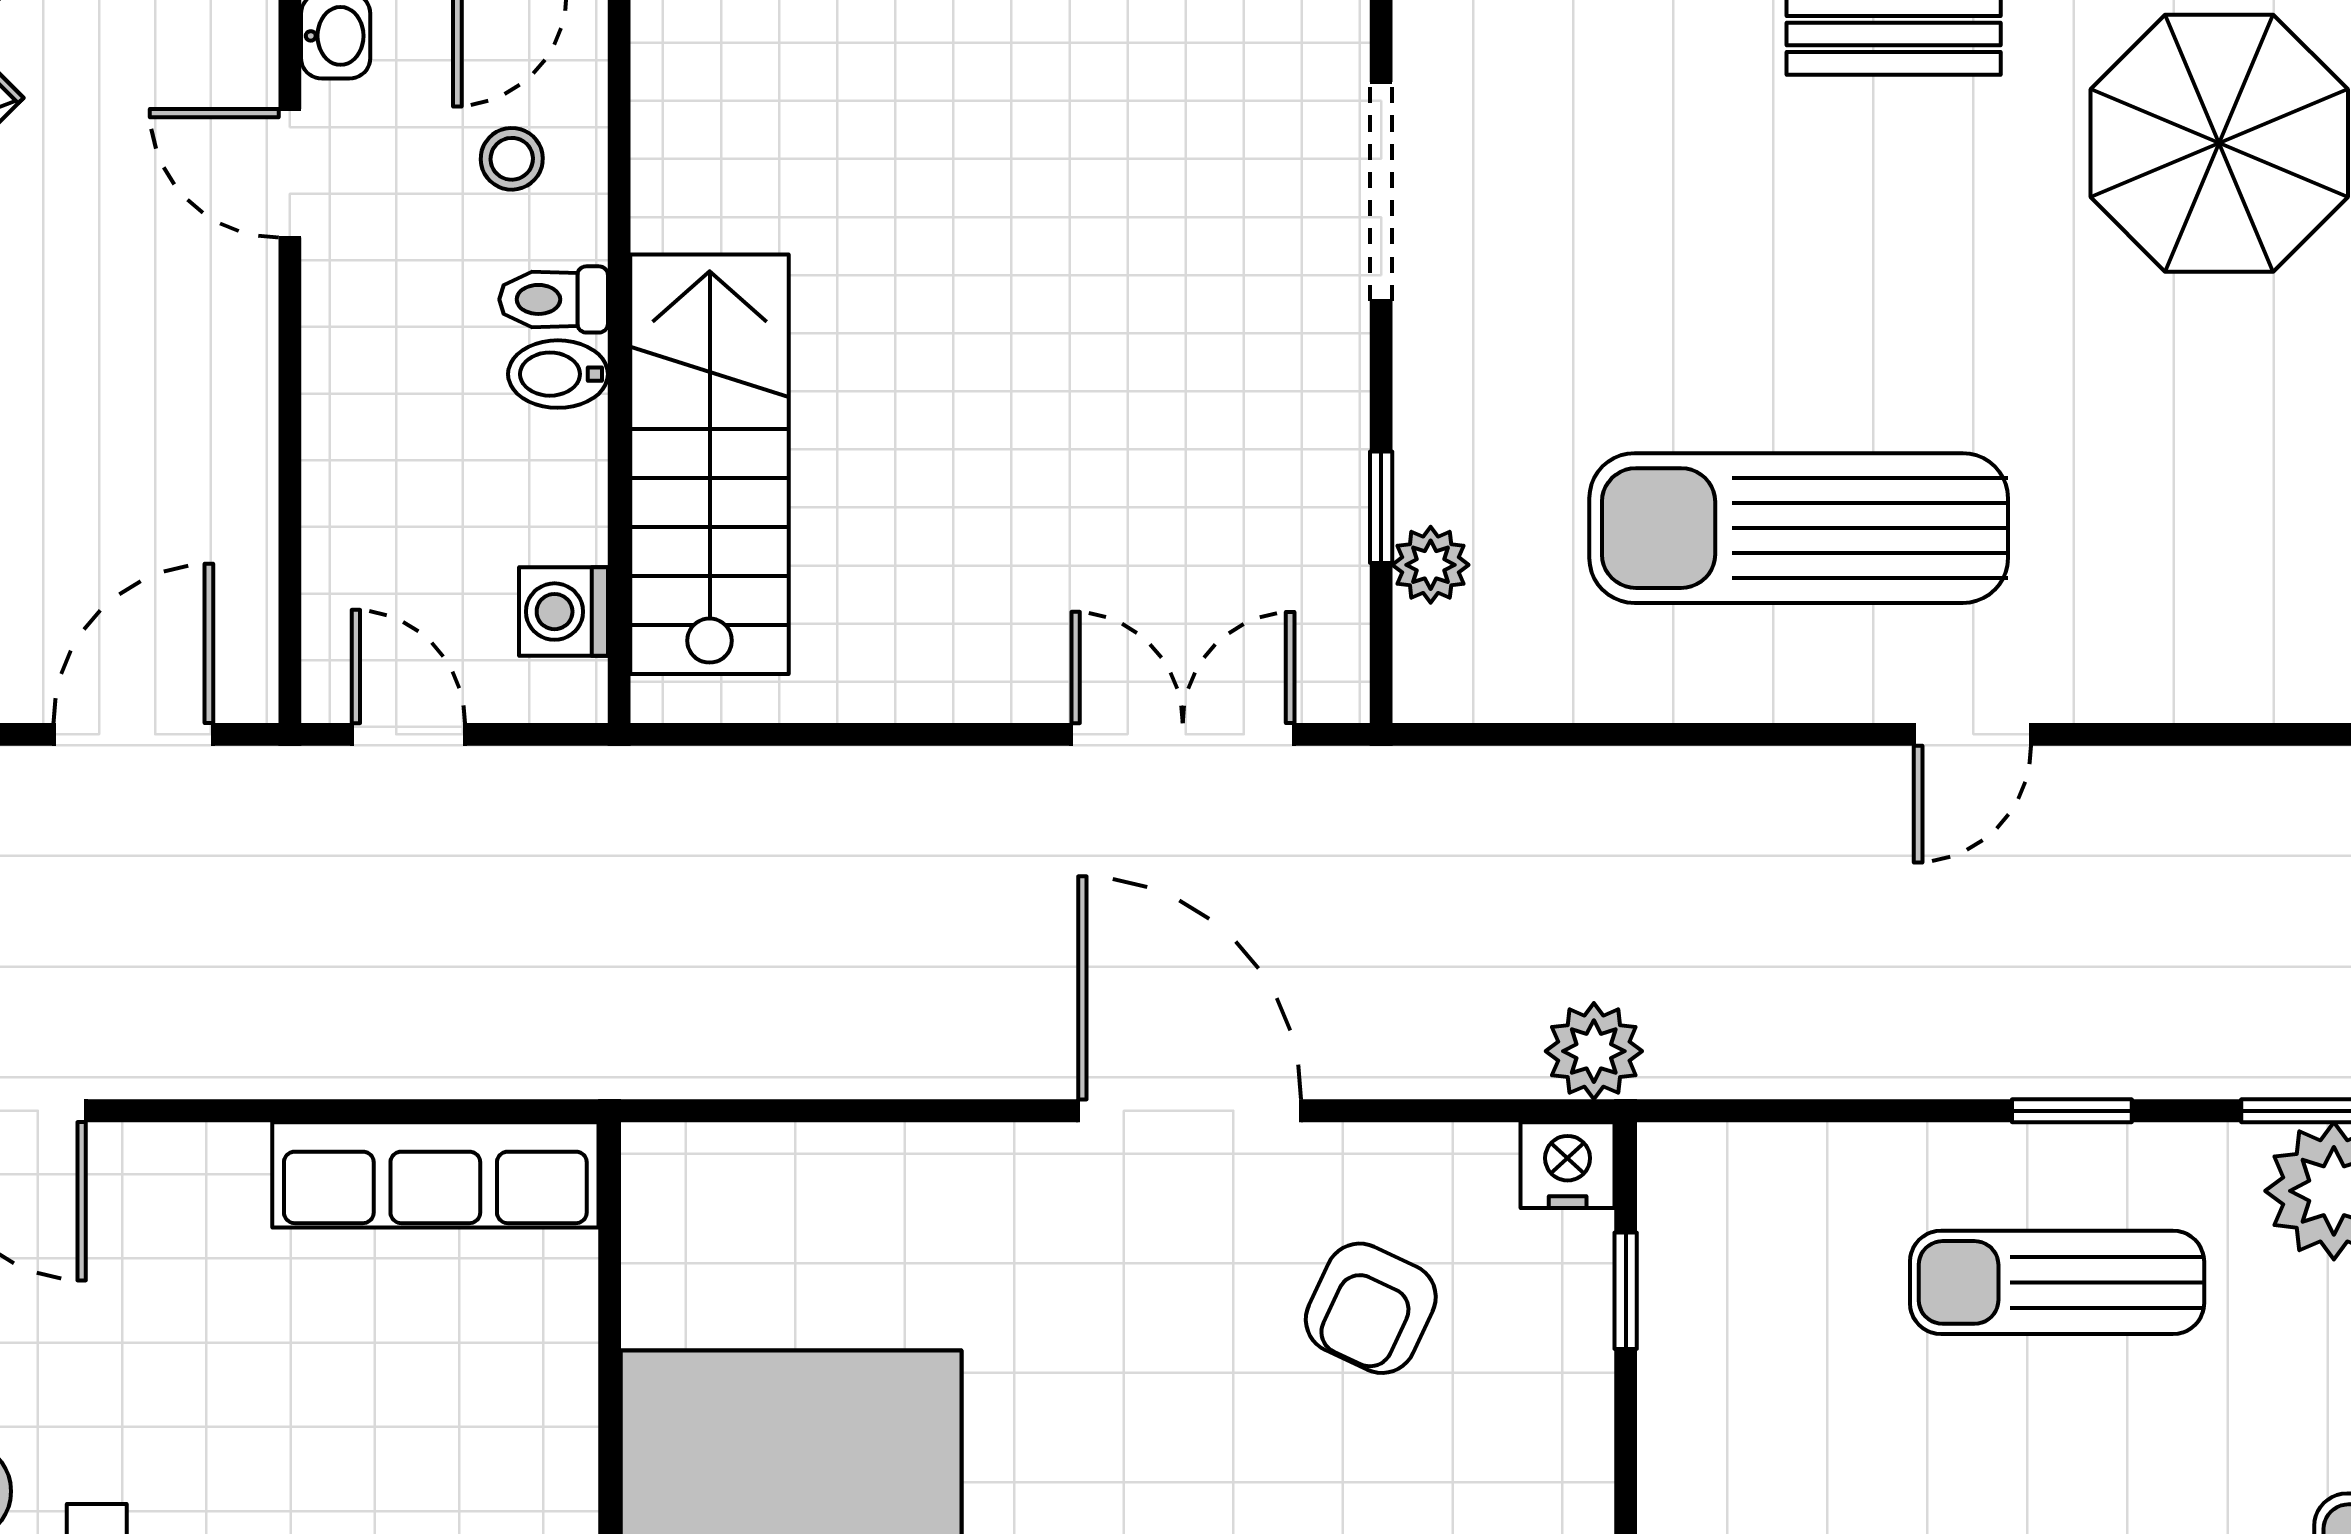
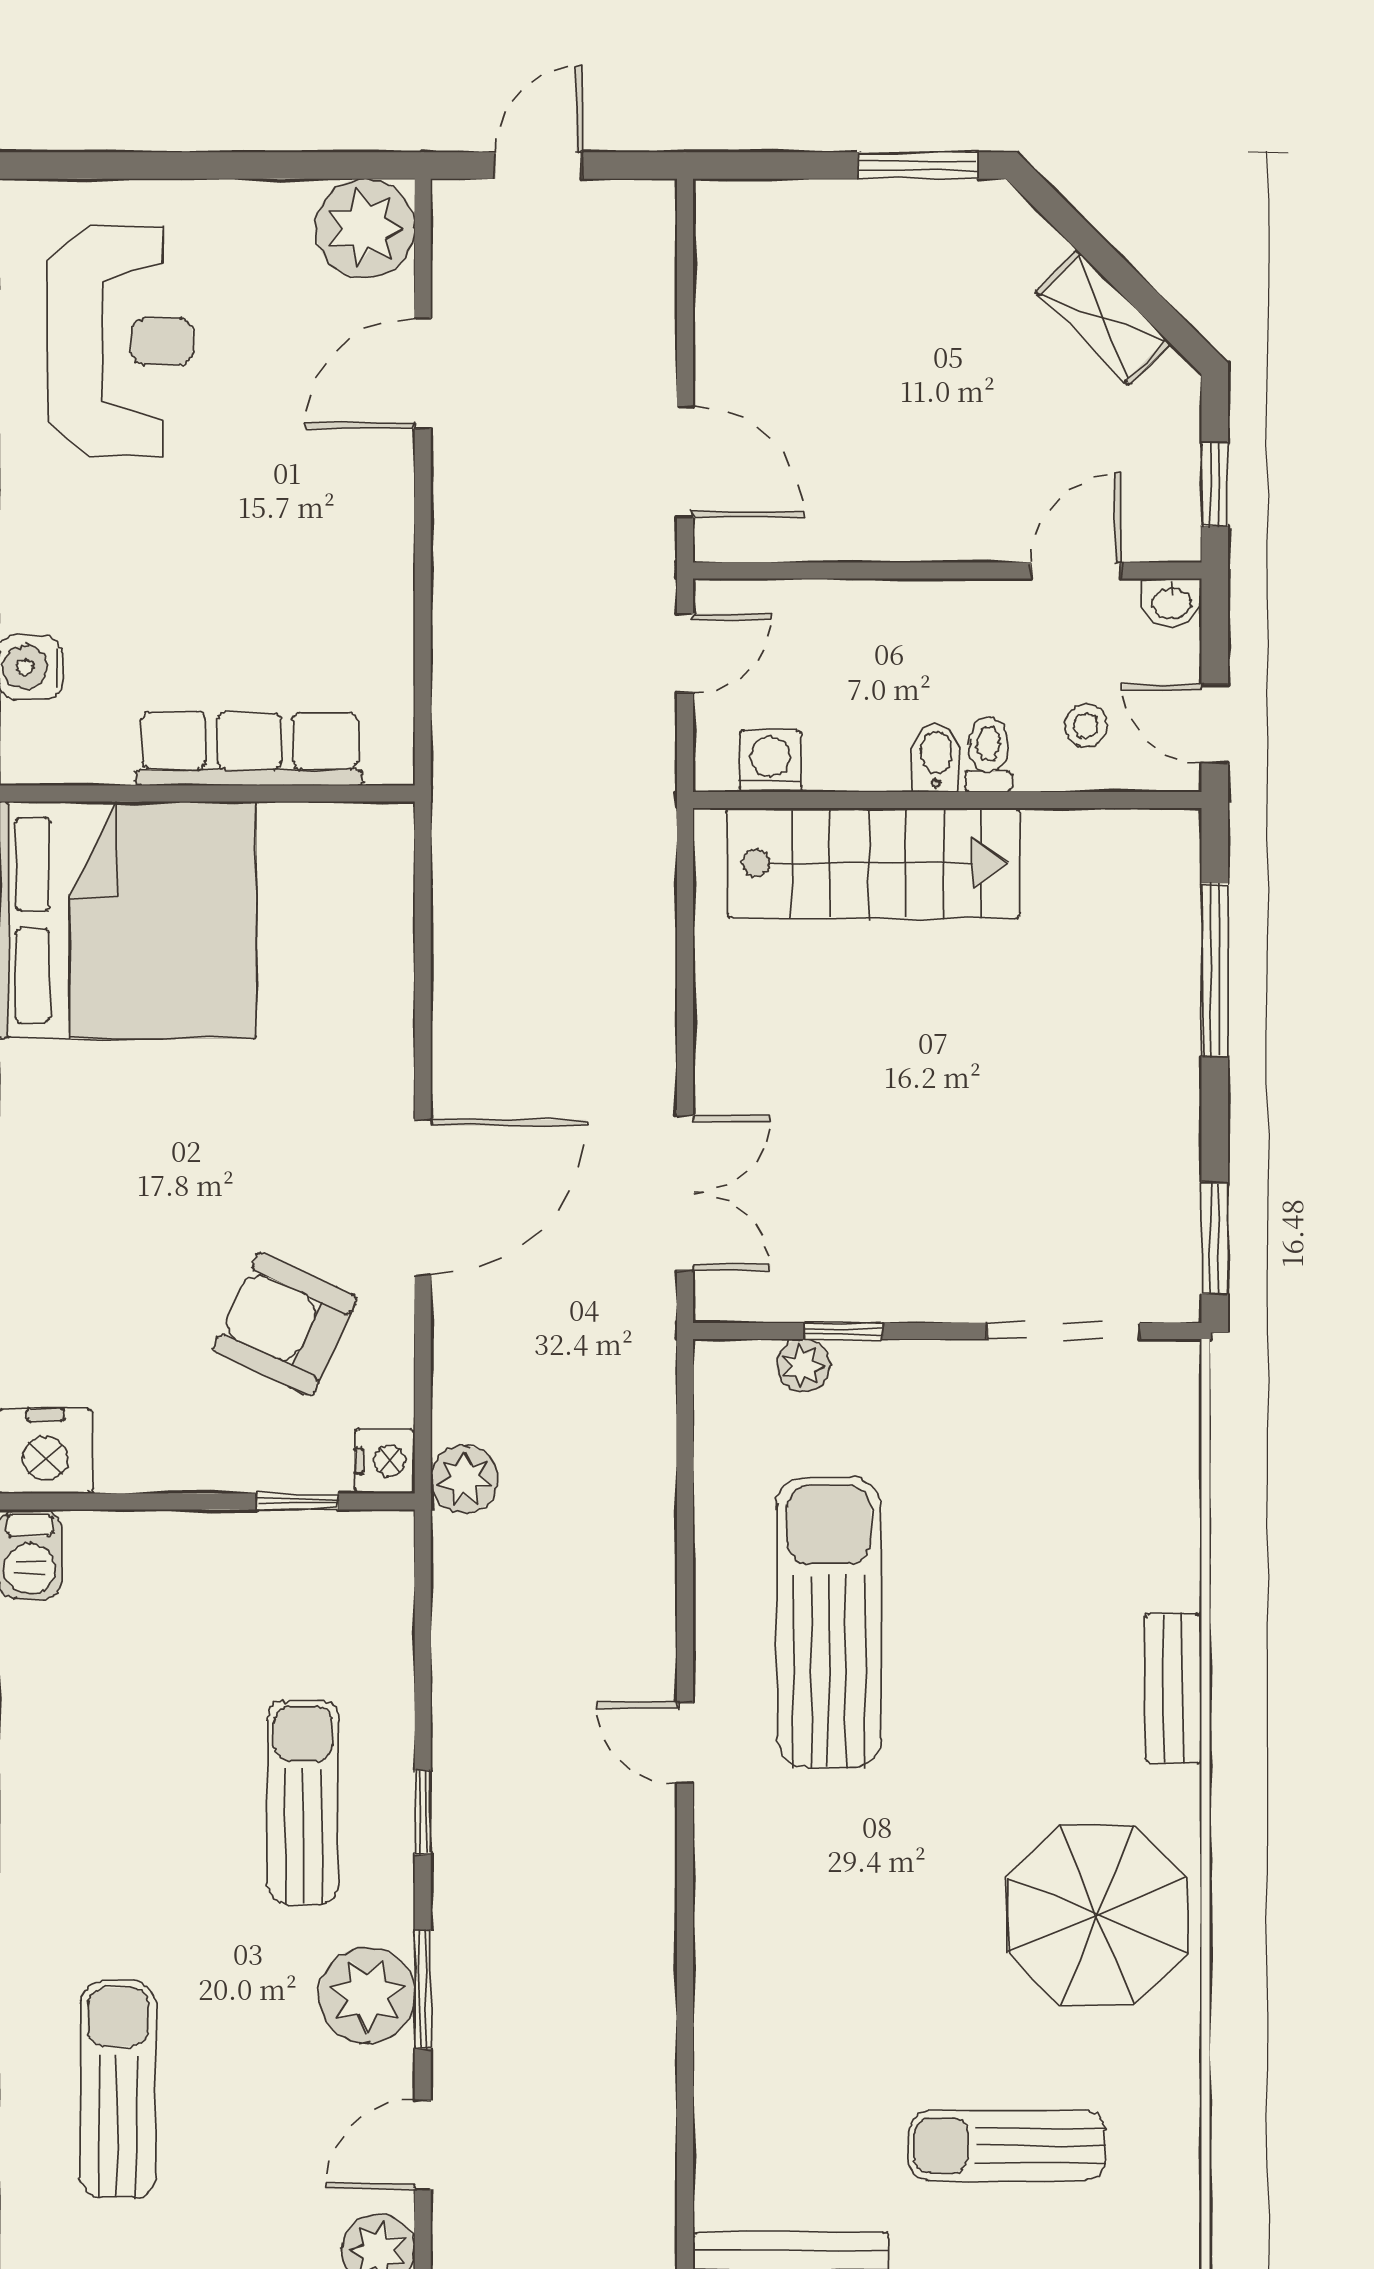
row of seats: (435, 1175) -> (249, 749), moved, turned 90
armchair: (1371, 1308) -> (285, 1324), width x1.38, depth x1.38

